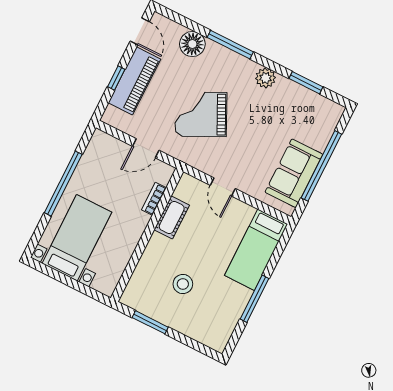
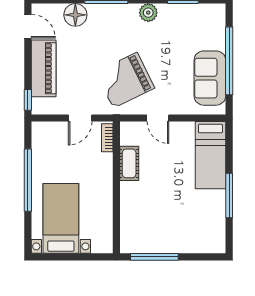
window: (116, 78) -> (28, 100), moved
grand piano: (201, 114) -> (125, 80), moved
bookcase: (154, 199) -> (107, 138), moved
stool: (183, 284) -> (165, 213), removed
window: (150, 322) -> (154, 257), width x1.44

